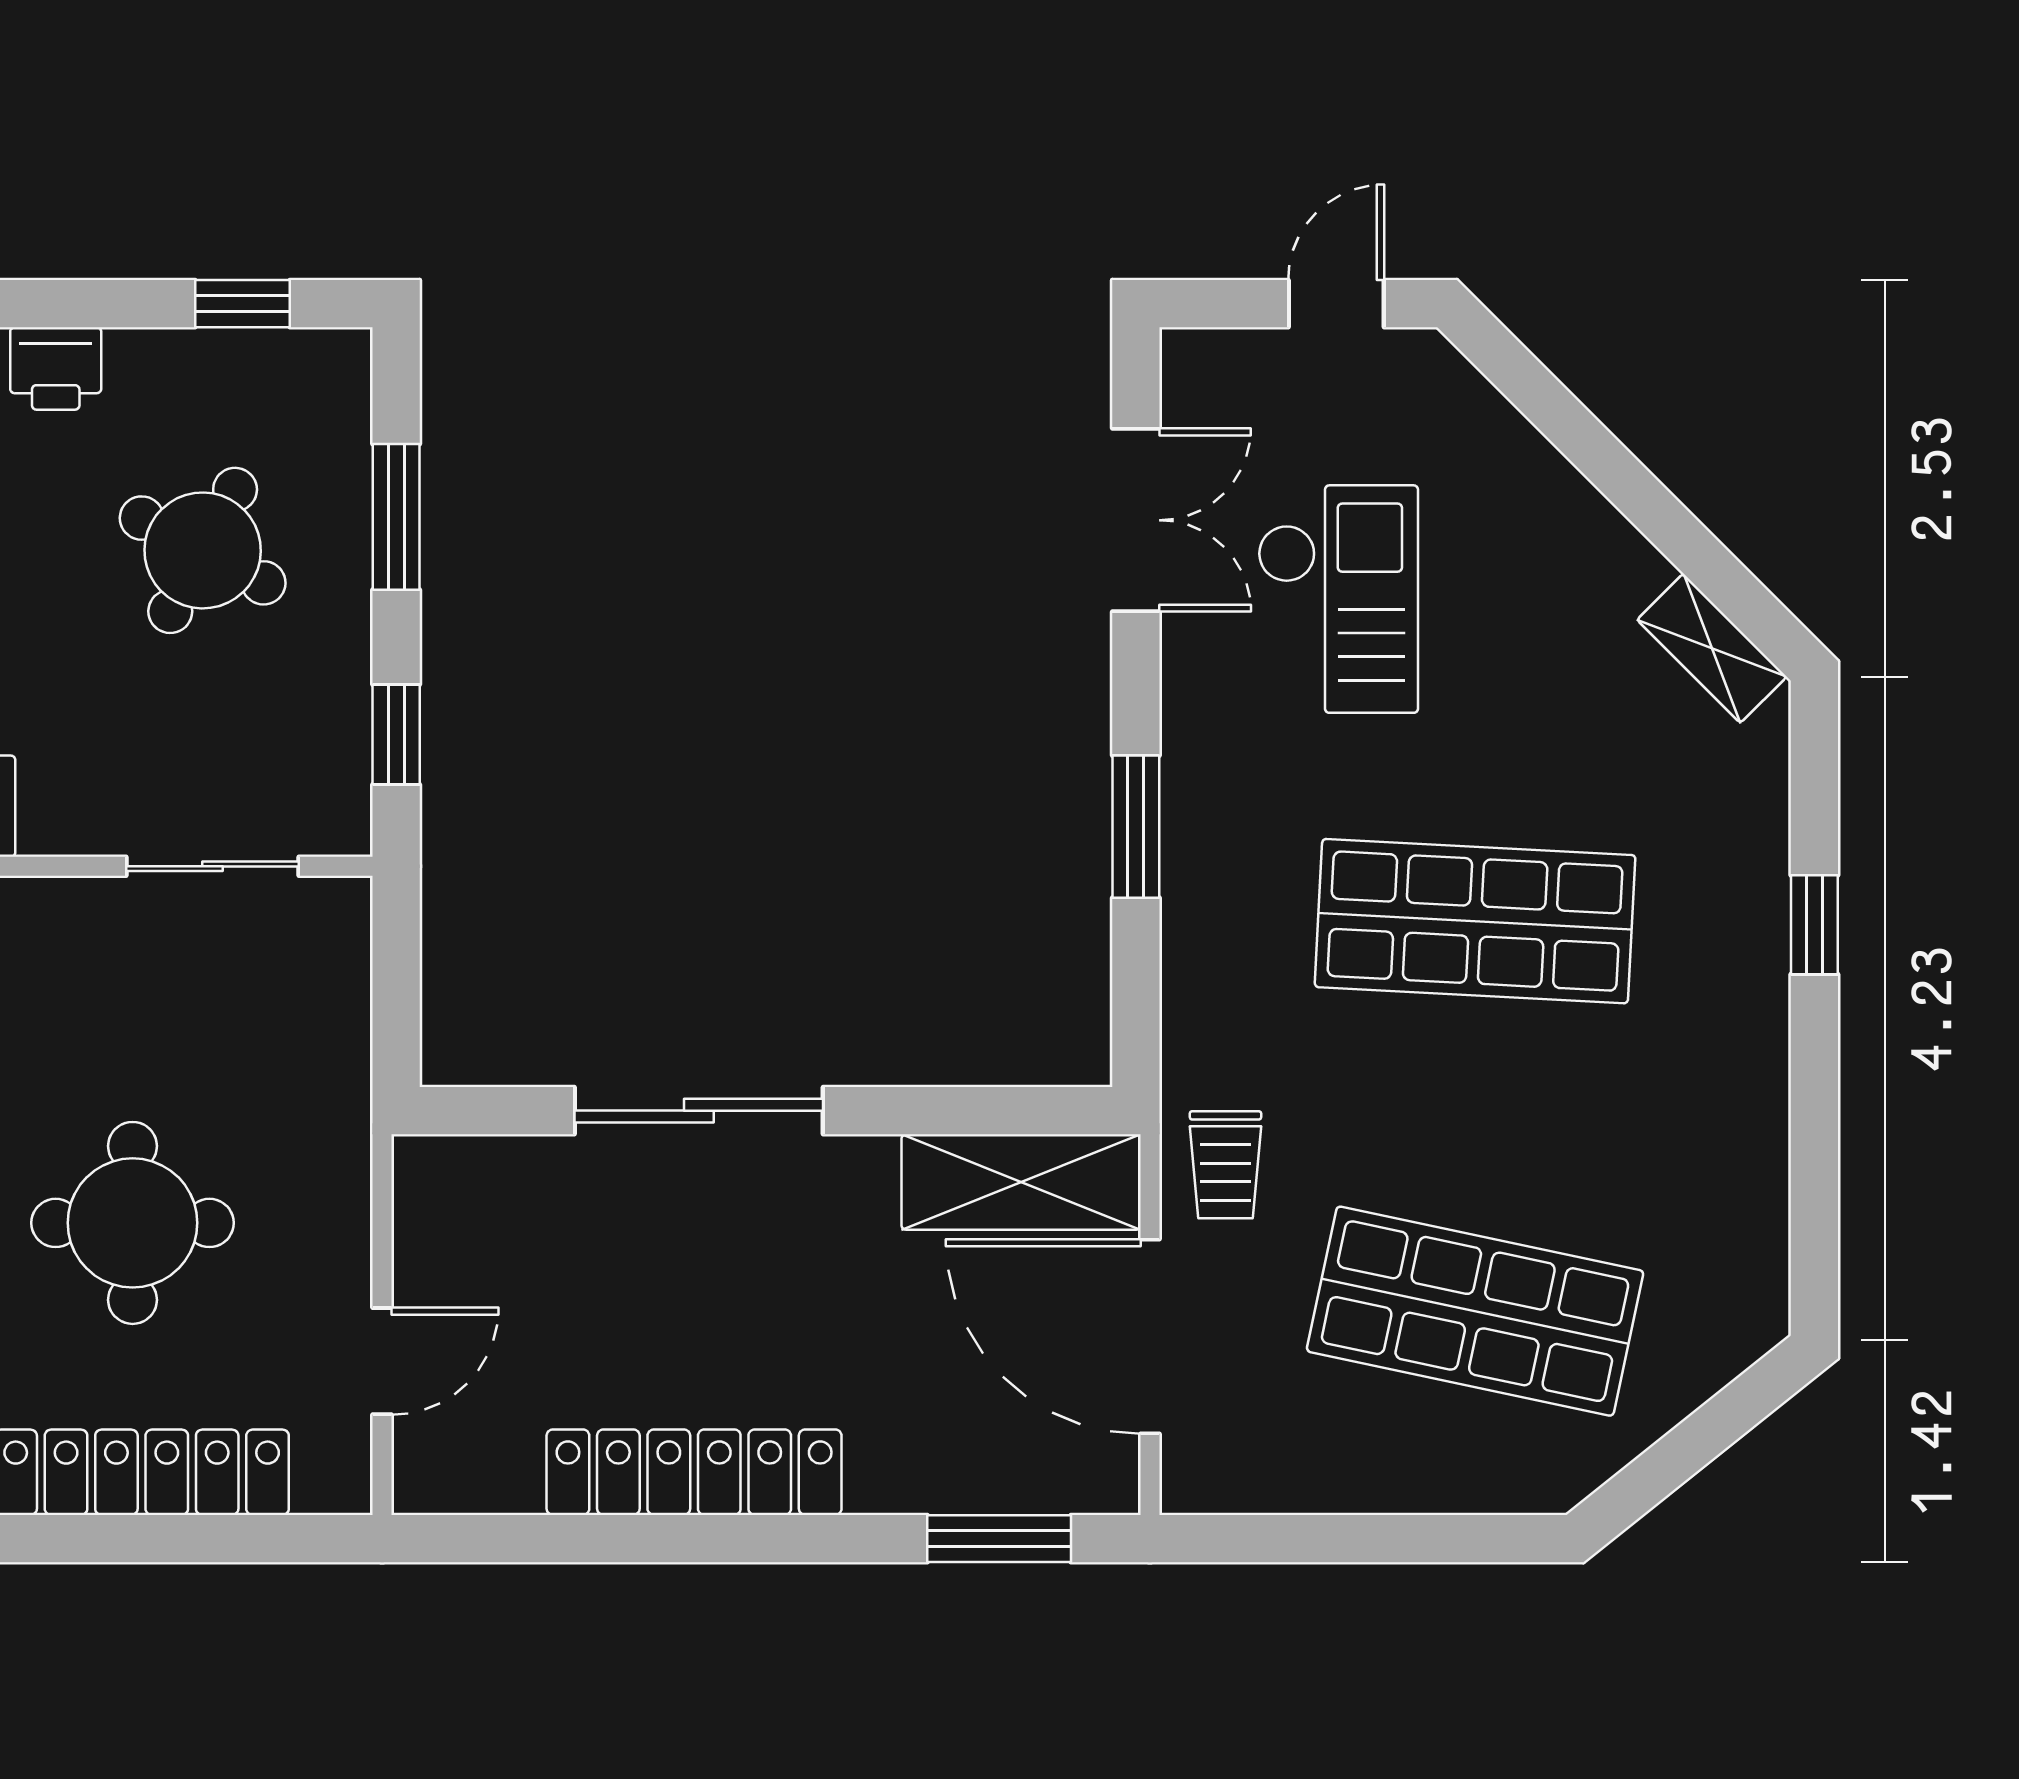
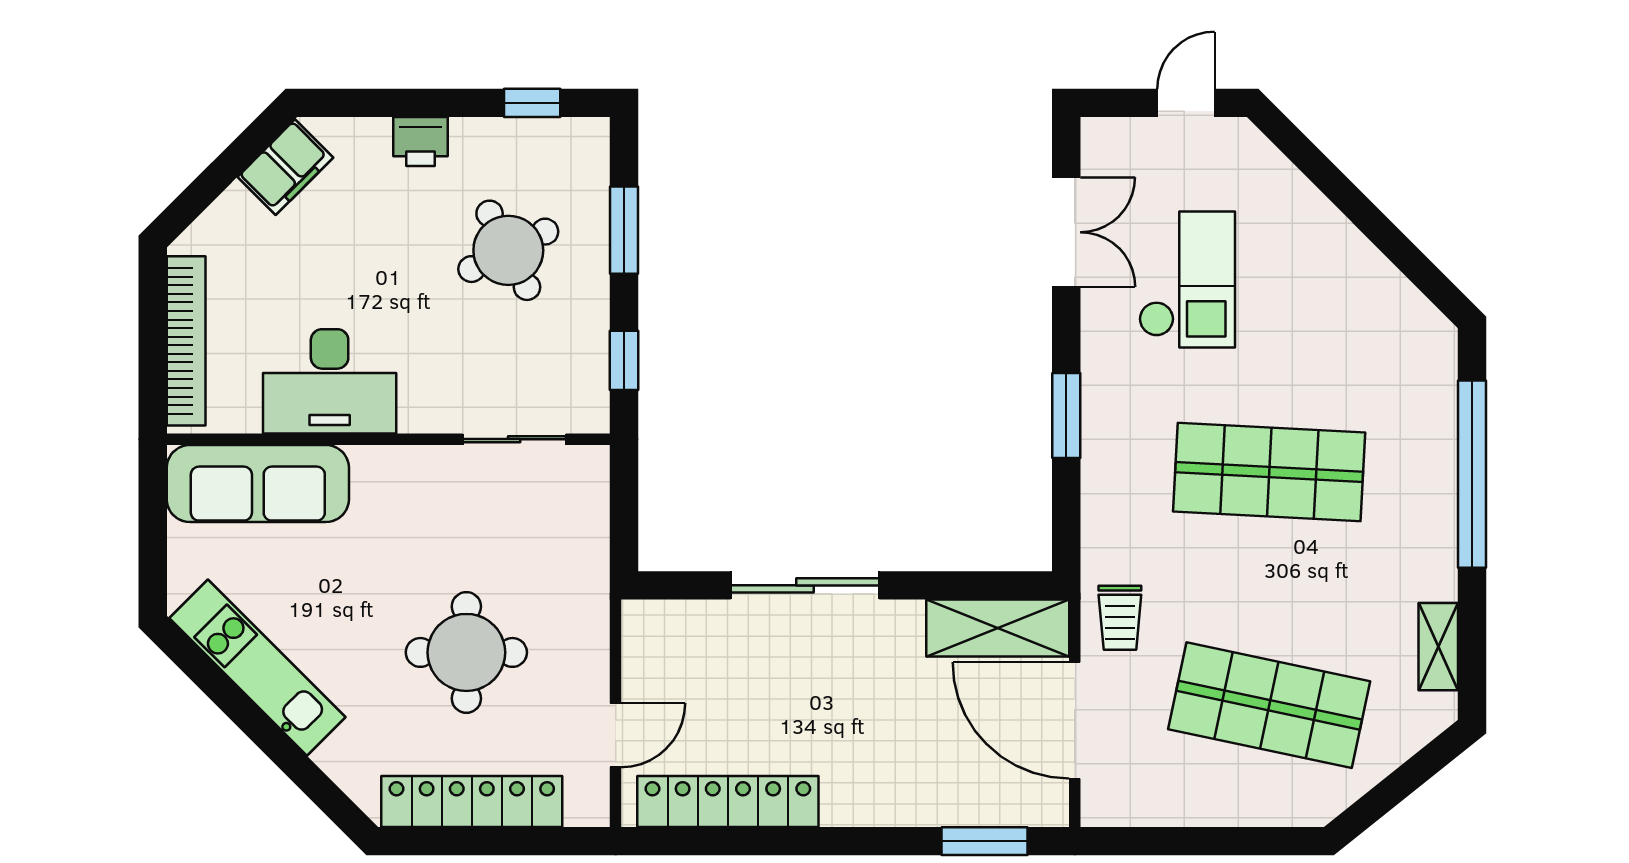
round table: (203, 550) -> (508, 250), turned 35
shelving: (1712, 648) -> (1438, 647), moved, turned 45
window: (1814, 925) -> (1472, 474), width x3.17
locker: (694, 1472) -> (728, 802), moved

